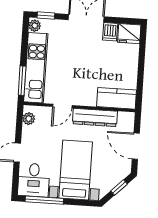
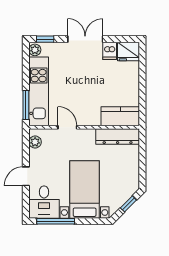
door: (62, 106) -> (67, 127), swing flipped
dresser: (95, 118) -> (118, 137), moved
door: (136, 146) -> (142, 162), removed

